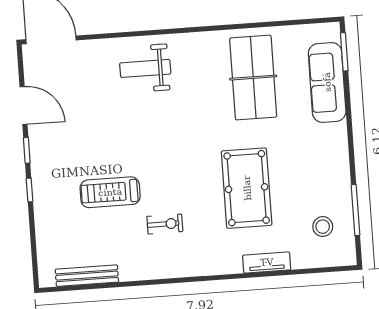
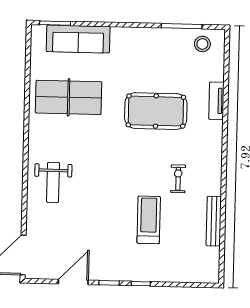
treadmill: (110, 192) -> (149, 220), turned 180
stool: (323, 227) -> (202, 44), moved
bench: (87, 276) -> (214, 221), moved

